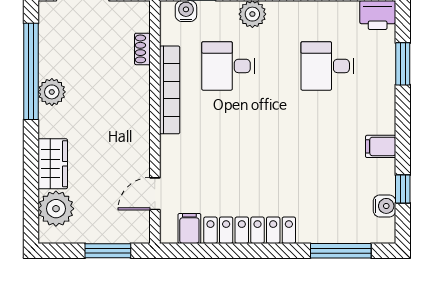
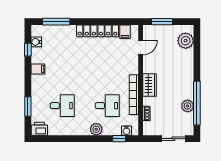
plant: (52, 92) -> (188, 106), moved
wardrobe: (53, 164) -> (149, 85), moved, turned 180

